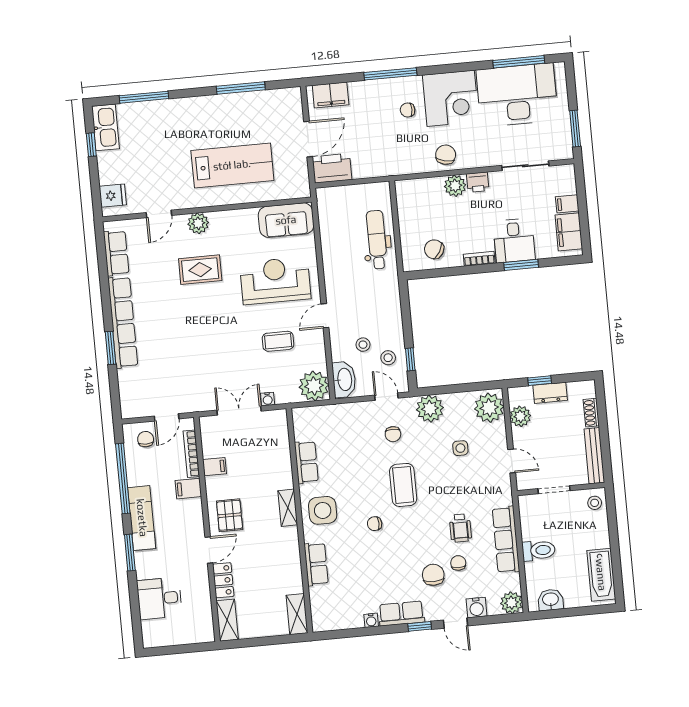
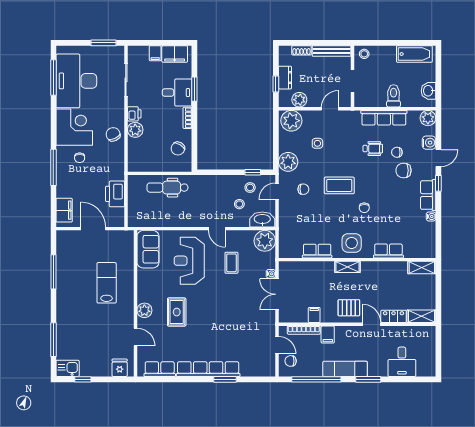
kitchen sink: (105, 127) -> (68, 368), width x0.73
chair: (446, 155) -> (113, 134), turned 52
lab bench: (232, 165) -> (107, 283), width x0.73, depth x0.72
printer: (332, 168) -> (115, 194), moved

